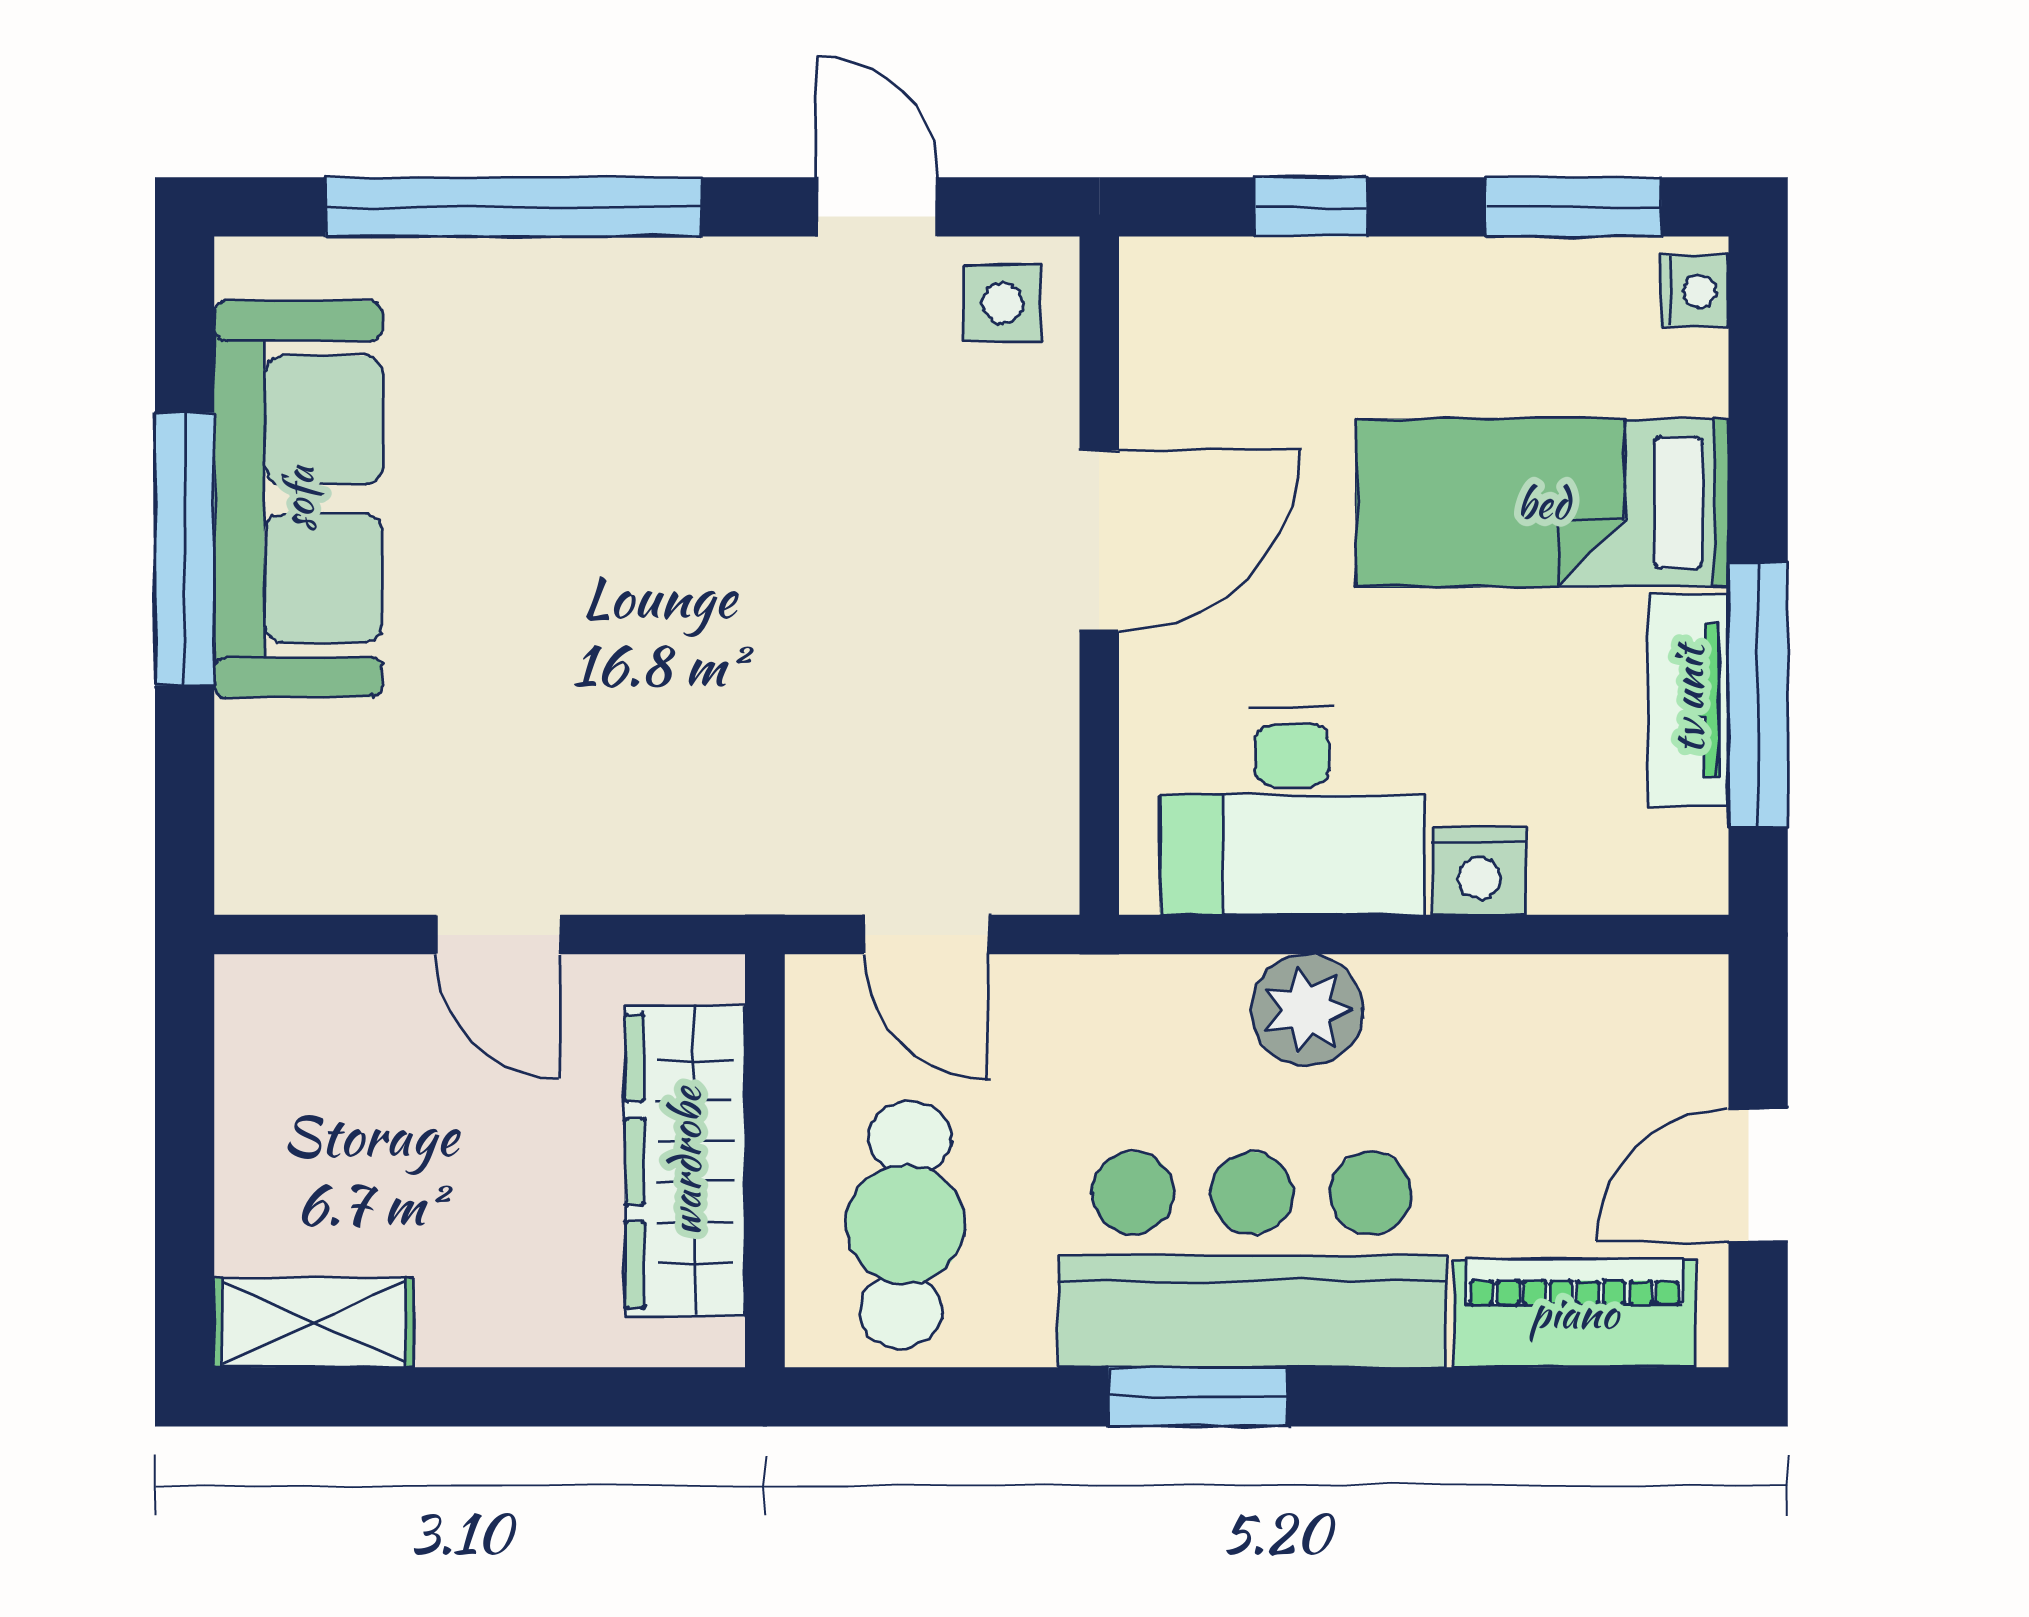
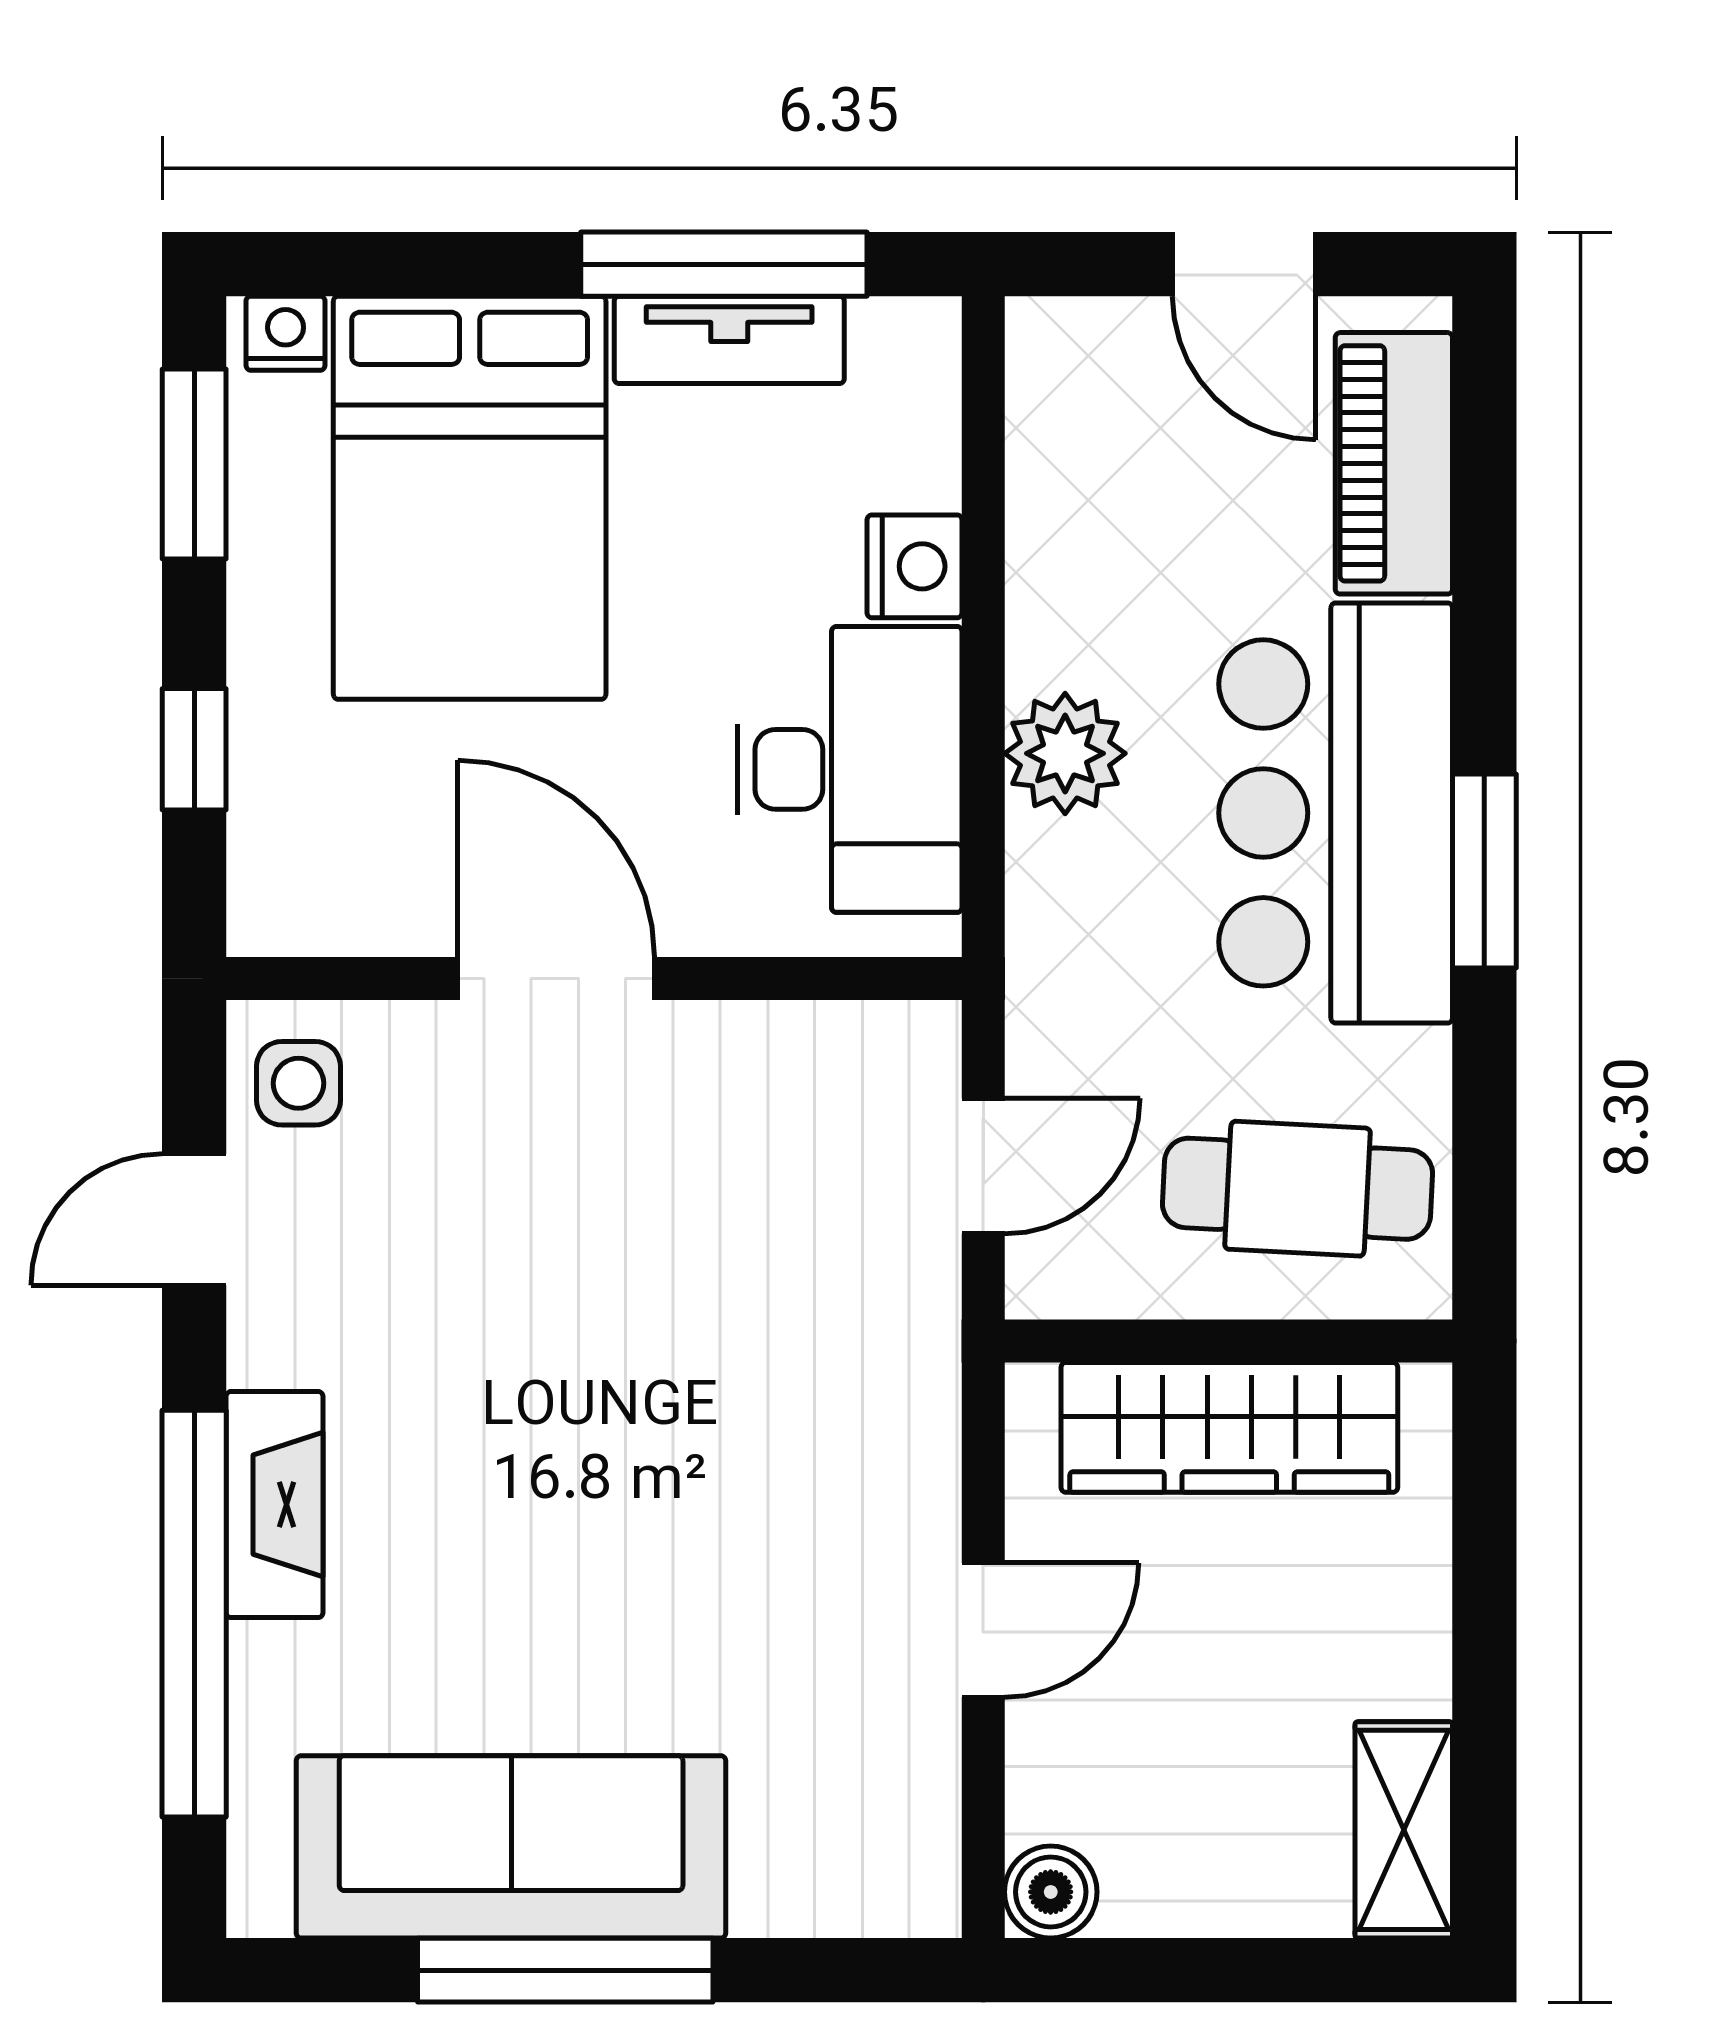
fireplace: (614, 281) -> (275, 1505), added
bed: (1543, 503) -> (470, 498), width x1.50
boiler: (257, 997) -> (1051, 1892), added

